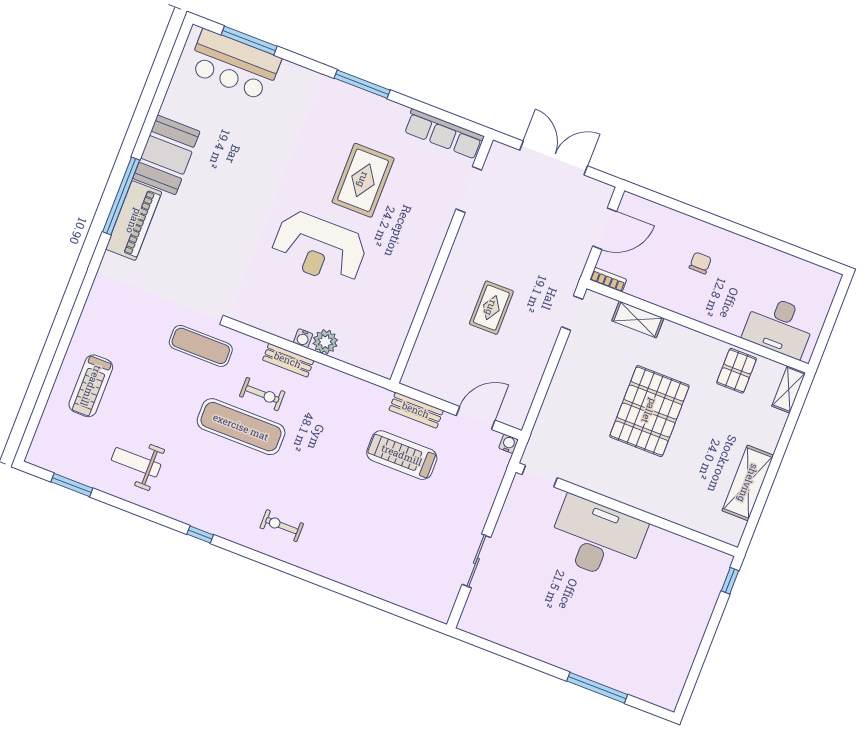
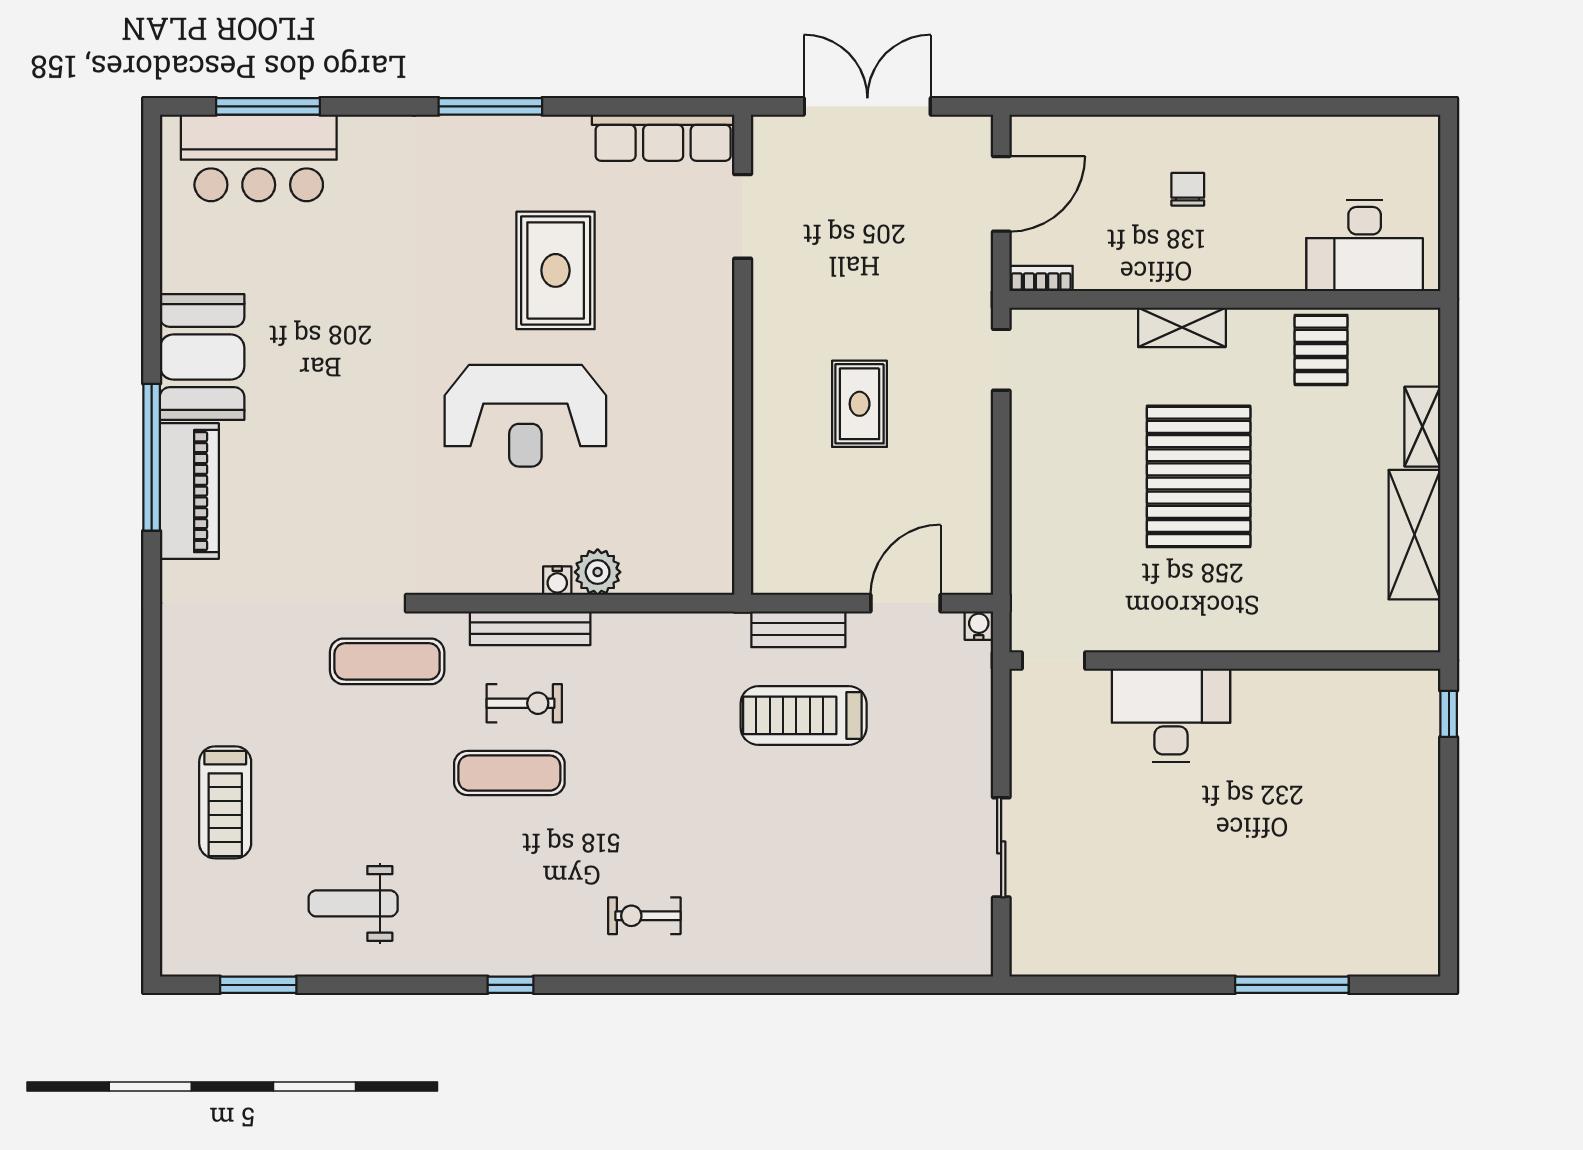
shelving: (638, 319) -> (1182, 327), moved
bench: (288, 360) -> (530, 628), width x1.36
shelving: (789, 389) -> (1422, 427), moved
exercise mat: (241, 427) -> (509, 773), width x0.73, depth x0.69
desk: (597, 538) -> (1171, 715), width x0.73, depth x0.77

